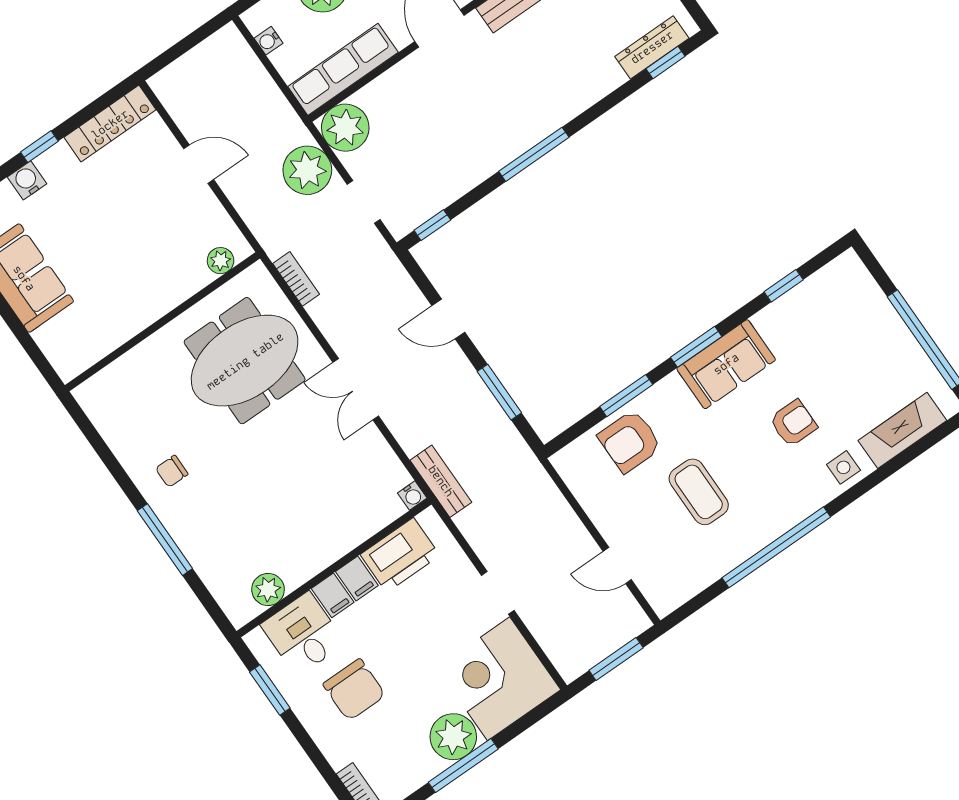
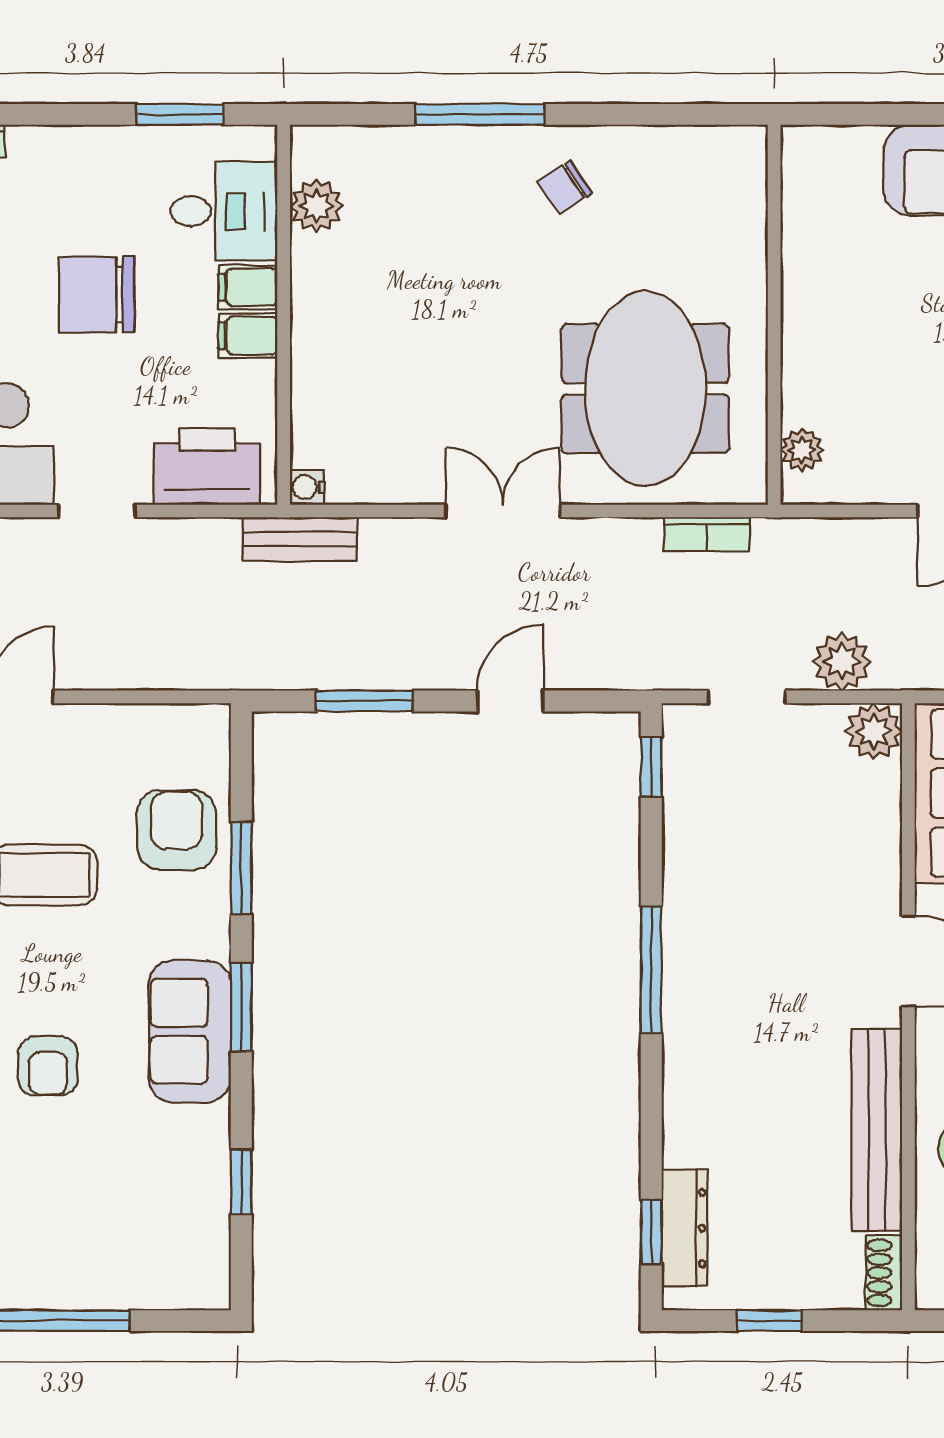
plant: (345, 128) -> (874, 731), width x0.73, depth x0.73
plant: (307, 170) -> (842, 662), width x0.73, depth x0.73
chair: (172, 471) -> (565, 187), turned -123
printer: (400, 555) -> (207, 466), moved, turned 90
chair: (354, 690) -> (97, 295), moved

